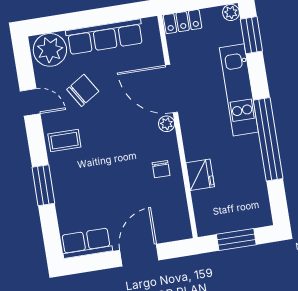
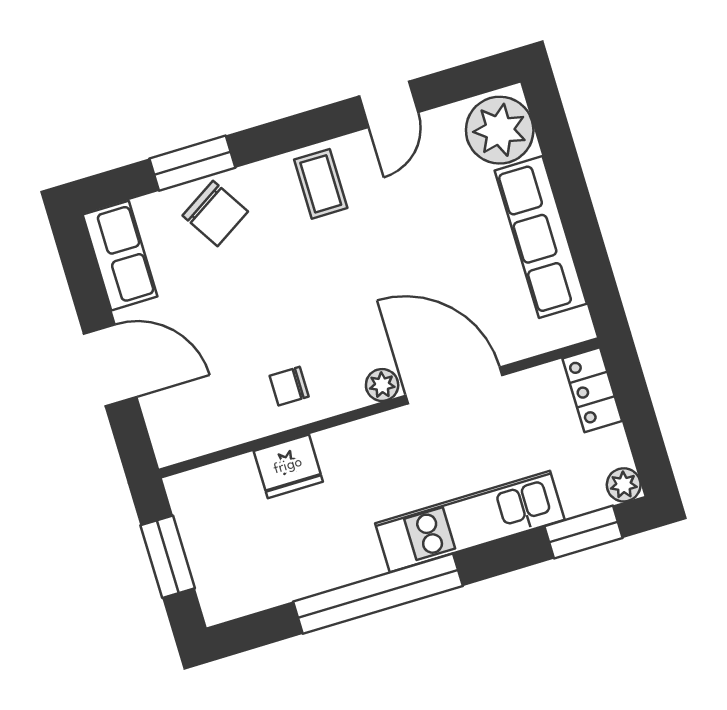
door: (171, 89) -> (454, 385), hinge flipped
chair: (83, 90) -> (215, 213), moved
window: (43, 185) -> (192, 163), moved

